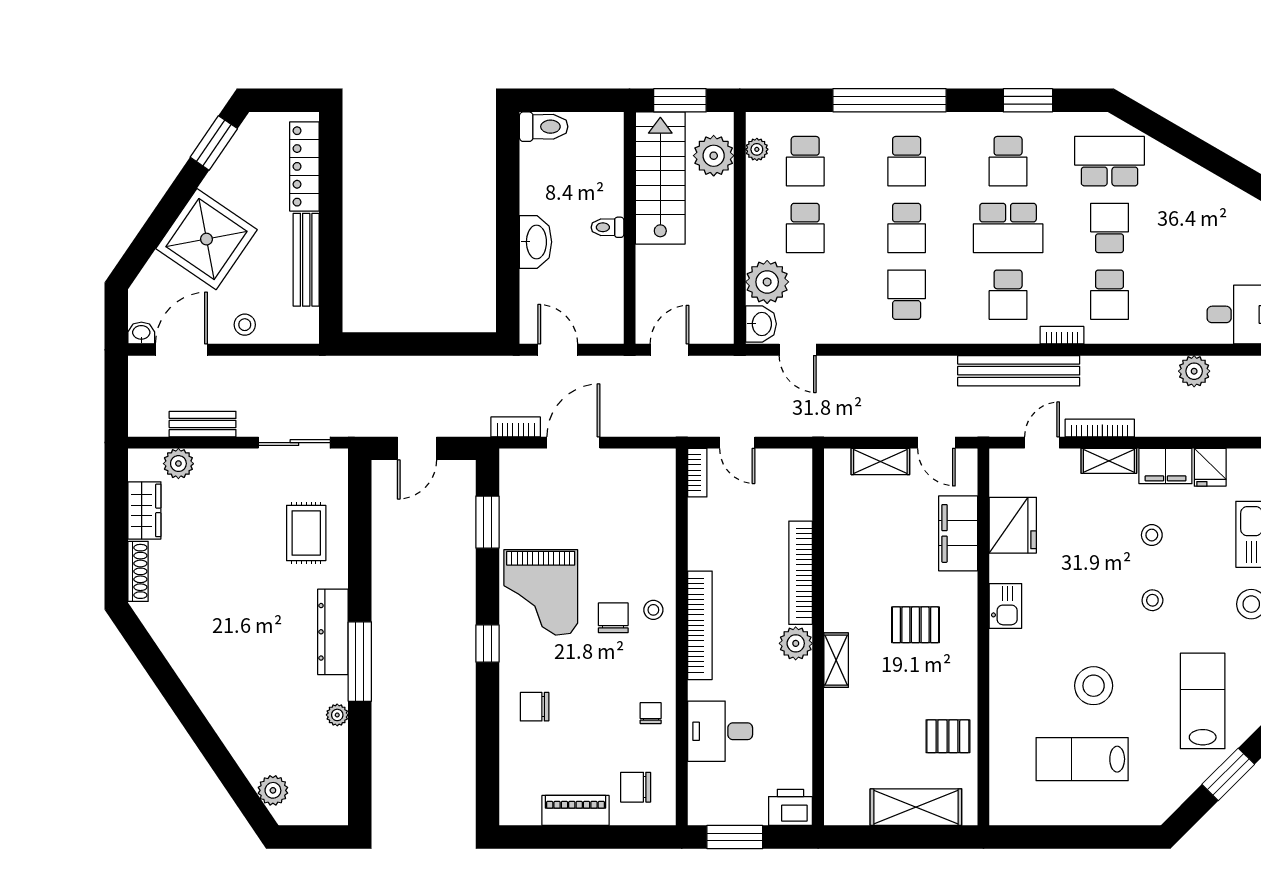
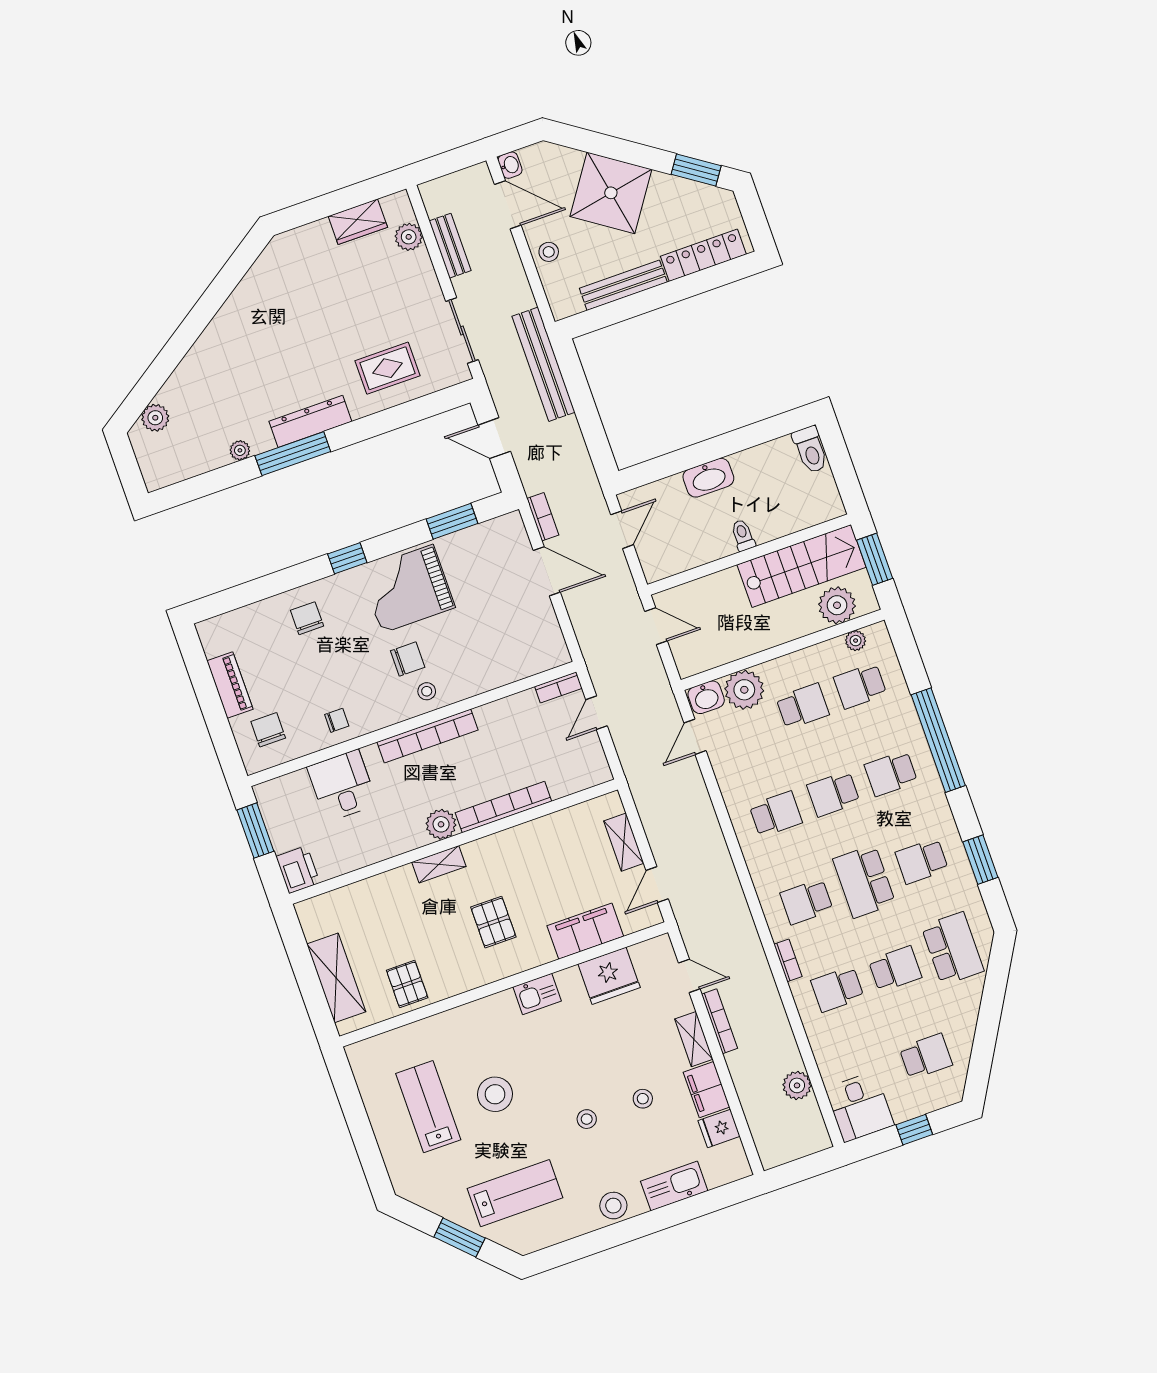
school desk: (805, 228) -> (802, 706), turned 180
school desk: (1211, 228) -> (926, 1056), added
bench: (1019, 371) -> (544, 364), moved
shoe rack: (138, 571) -> (303, 235), removed

